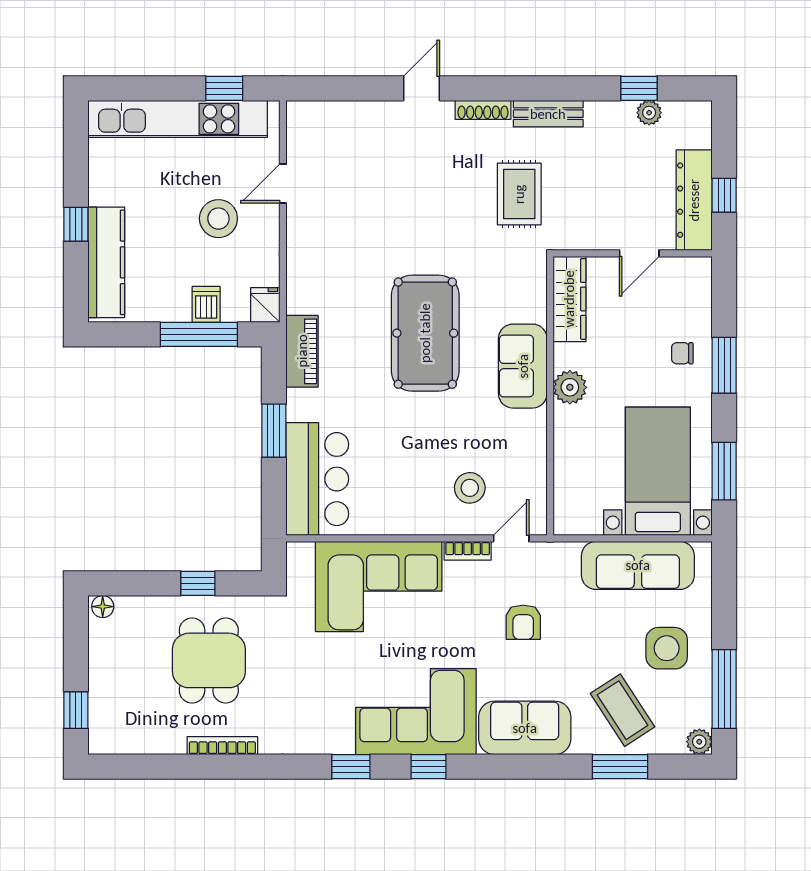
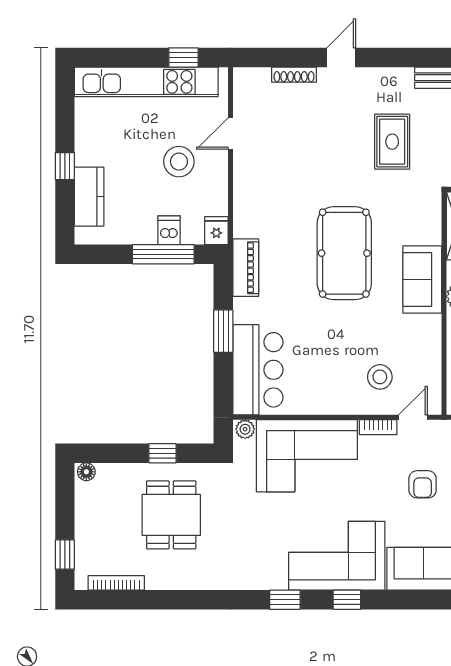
shoe rack: (483, 110) -> (294, 75), moved
rug: (519, 194) -> (392, 142), moved
kitchen counter: (106, 262) -> (89, 197), width x0.67
plant: (301, 553) -> (245, 429), added
bookcase: (222, 746) -> (116, 583), moved

